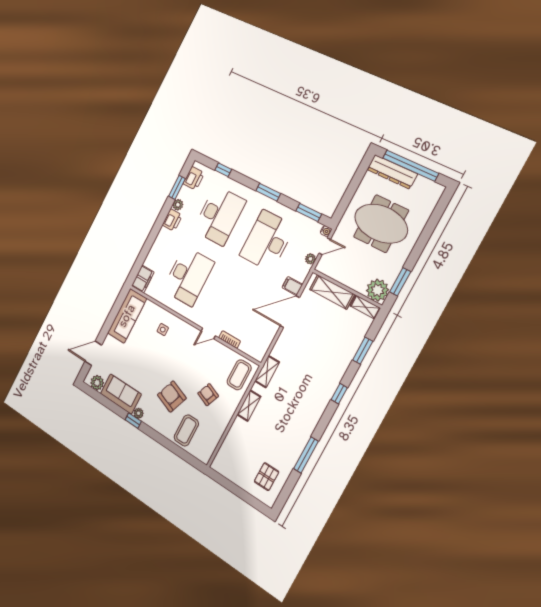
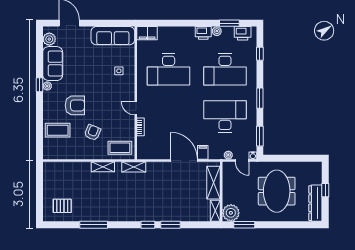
window: (411, 166) -> (325, 190), width x0.32
dresser: (392, 172) -> (315, 203), moved
window: (363, 351) -> (171, 225), moved
armchair: (172, 397) -> (75, 105), turned 69

